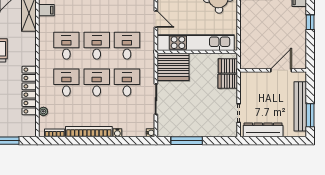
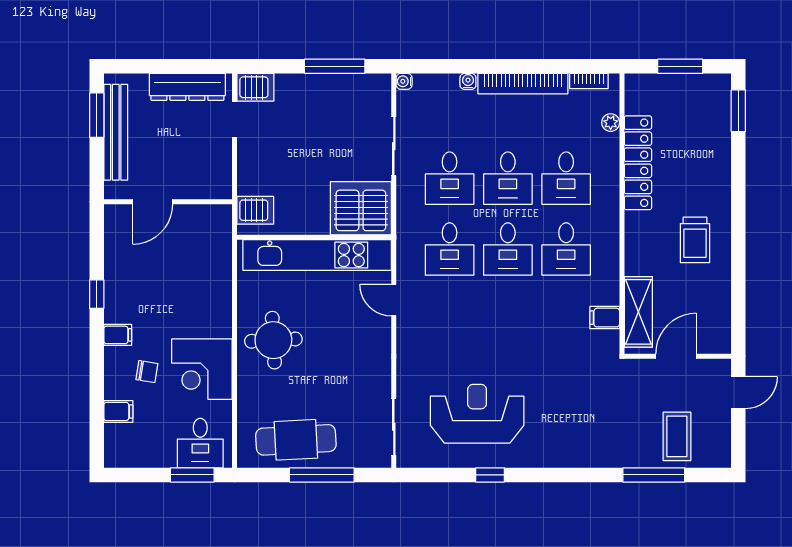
server rack: (228, 81) -> (255, 87), moved

